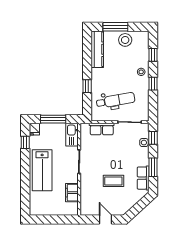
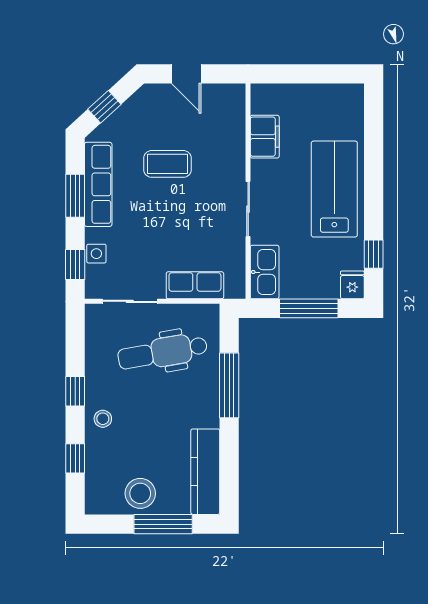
window: (87, 86) -> (229, 385), width x2.17
row of seats: (143, 178) -> (98, 184), width x1.48
window: (140, 205) -> (104, 107), added

